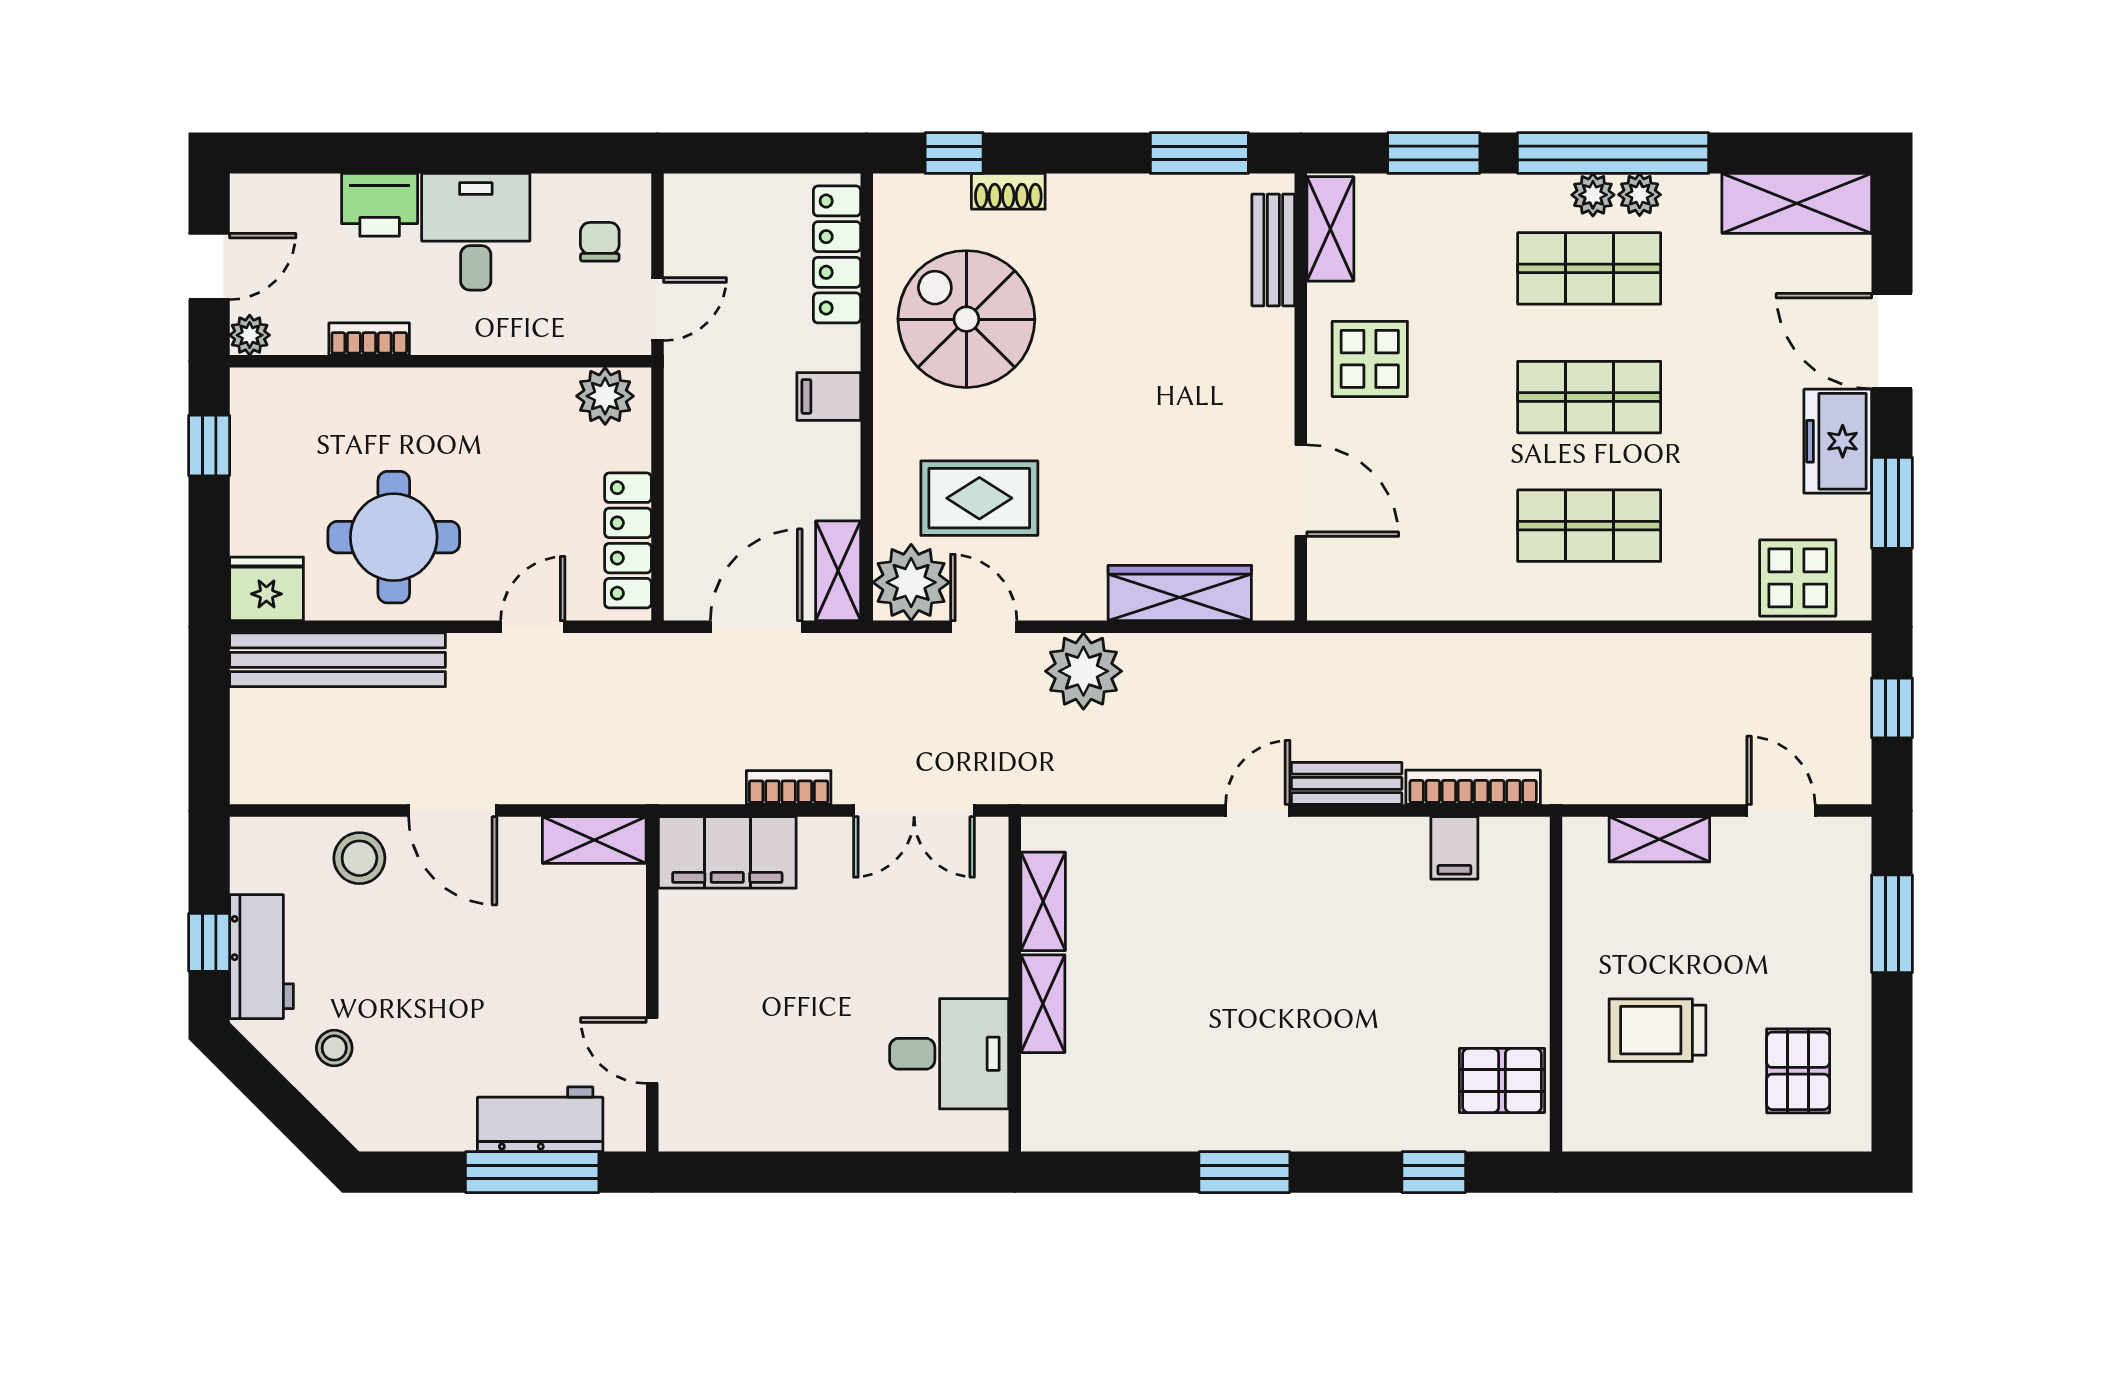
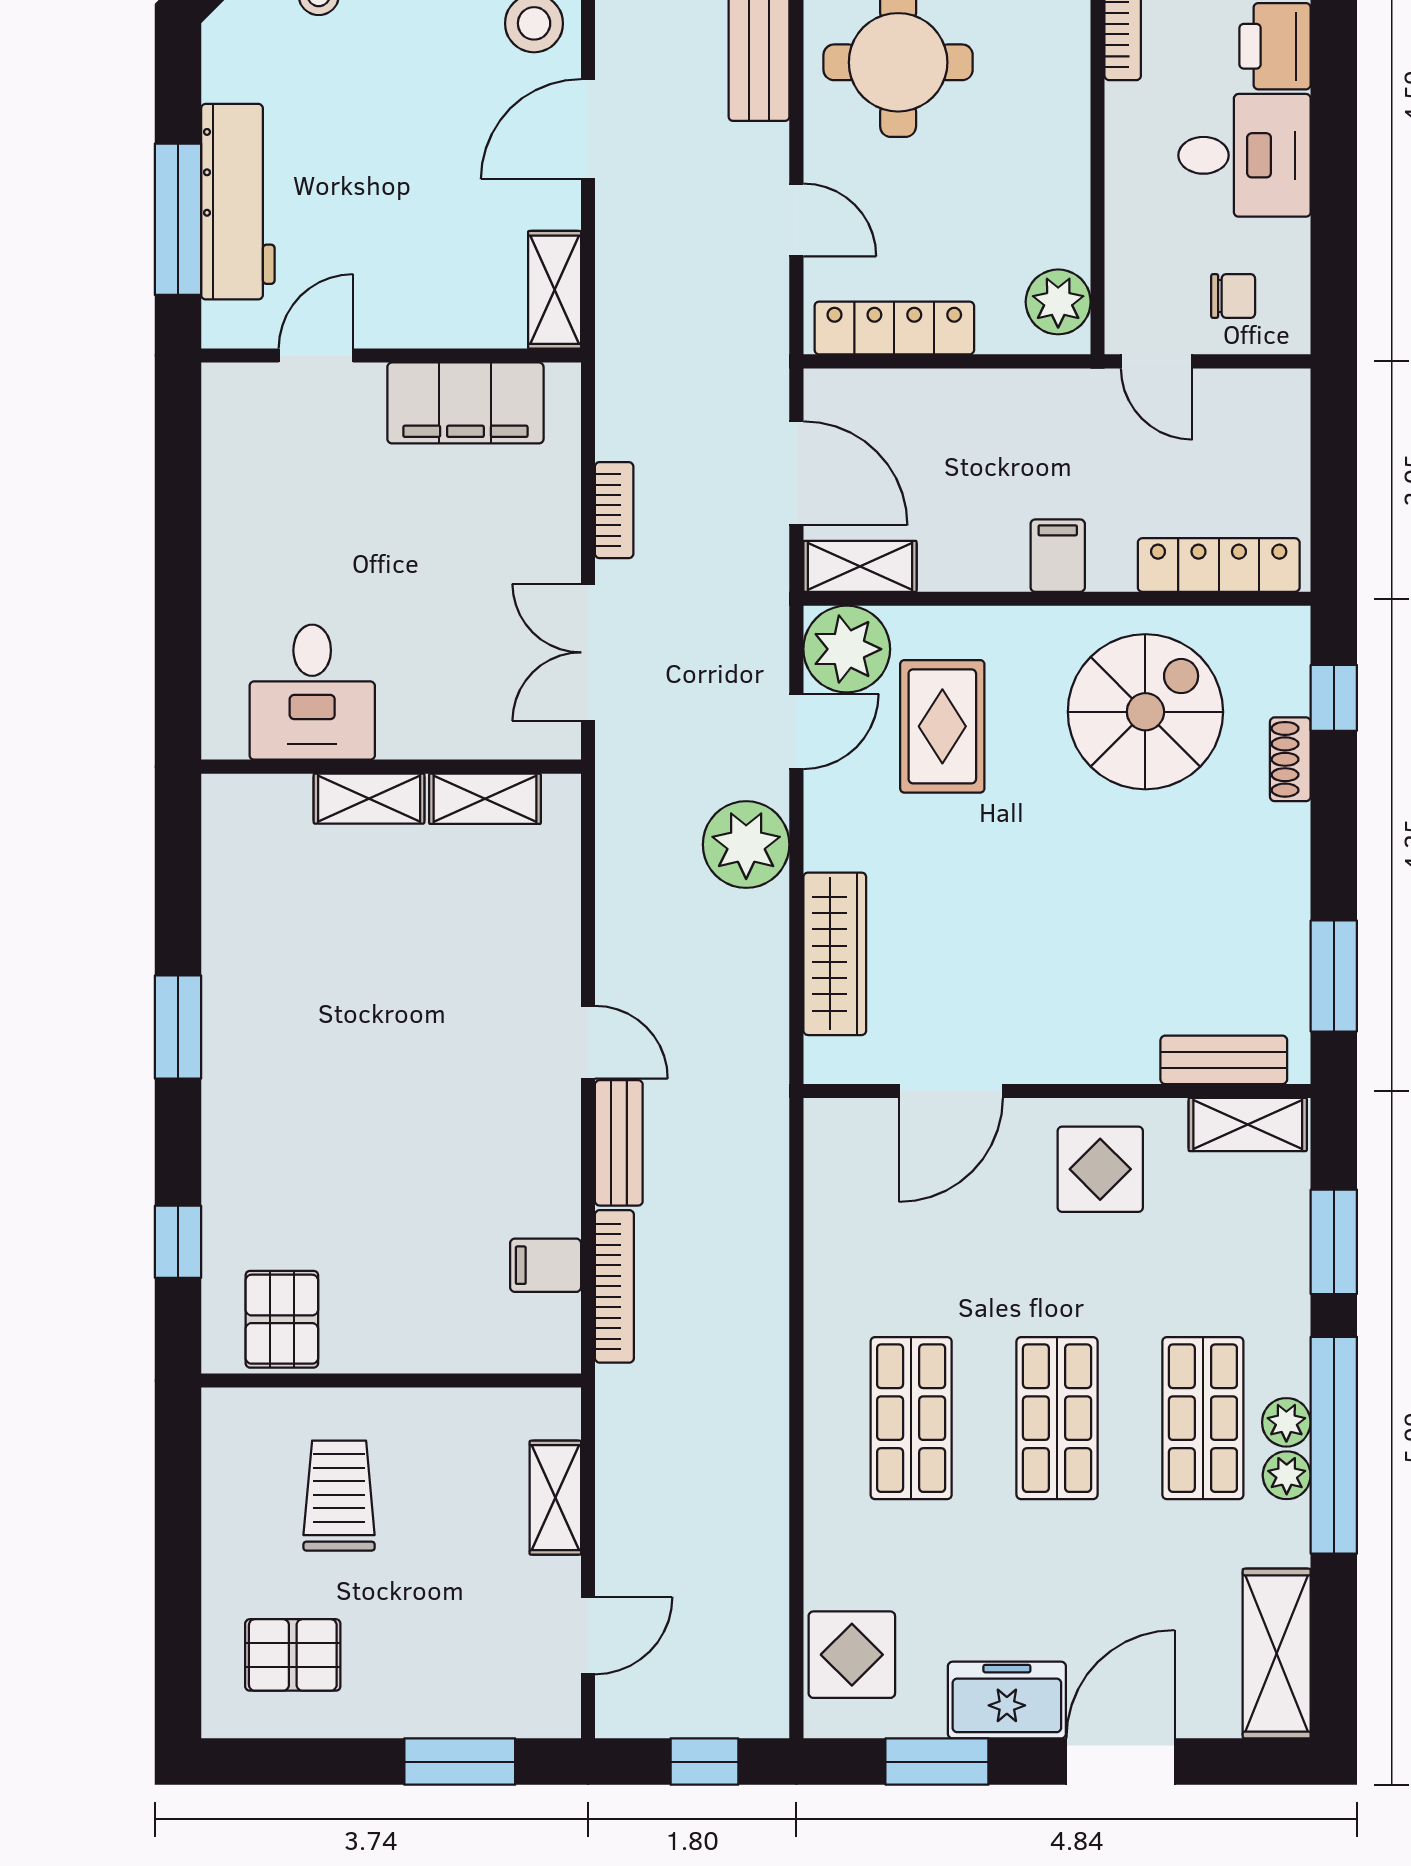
filing cabinet: (727, 852) -> (465, 403), moved, turned -90
workbench: (540, 1119) -> (238, 202), width x1.38

